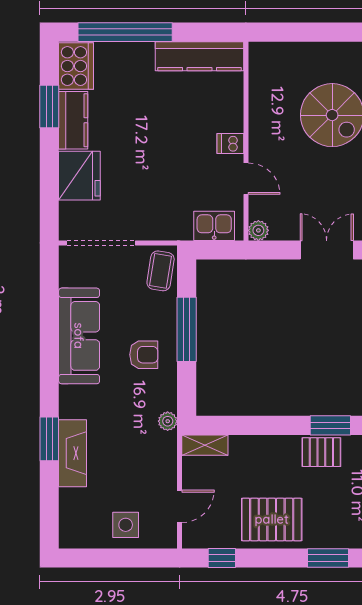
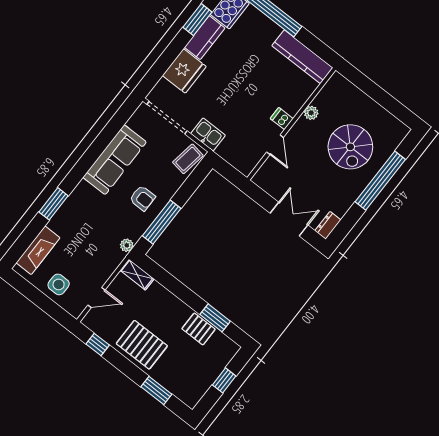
kitchen sink: (214, 226) -> (208, 134), moved
plant: (258, 230) -> (311, 113), moved
window: (187, 329) -> (162, 222), moved
fireplace: (73, 453) -> (38, 250), moved

